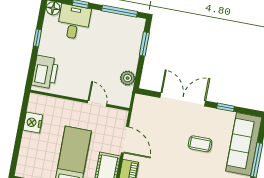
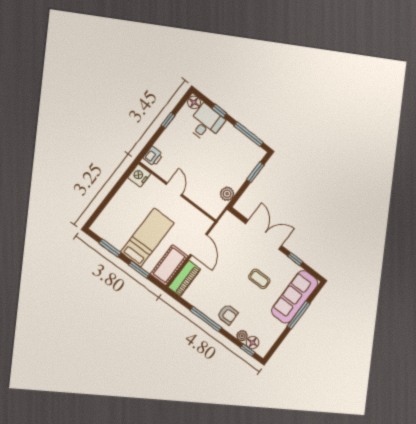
printer: (45, 72) -> (153, 156), width x0.53, depth x0.68
door: (97, 103) -> (174, 189), moved
nightstand: (33, 123) -> (139, 176), moved

